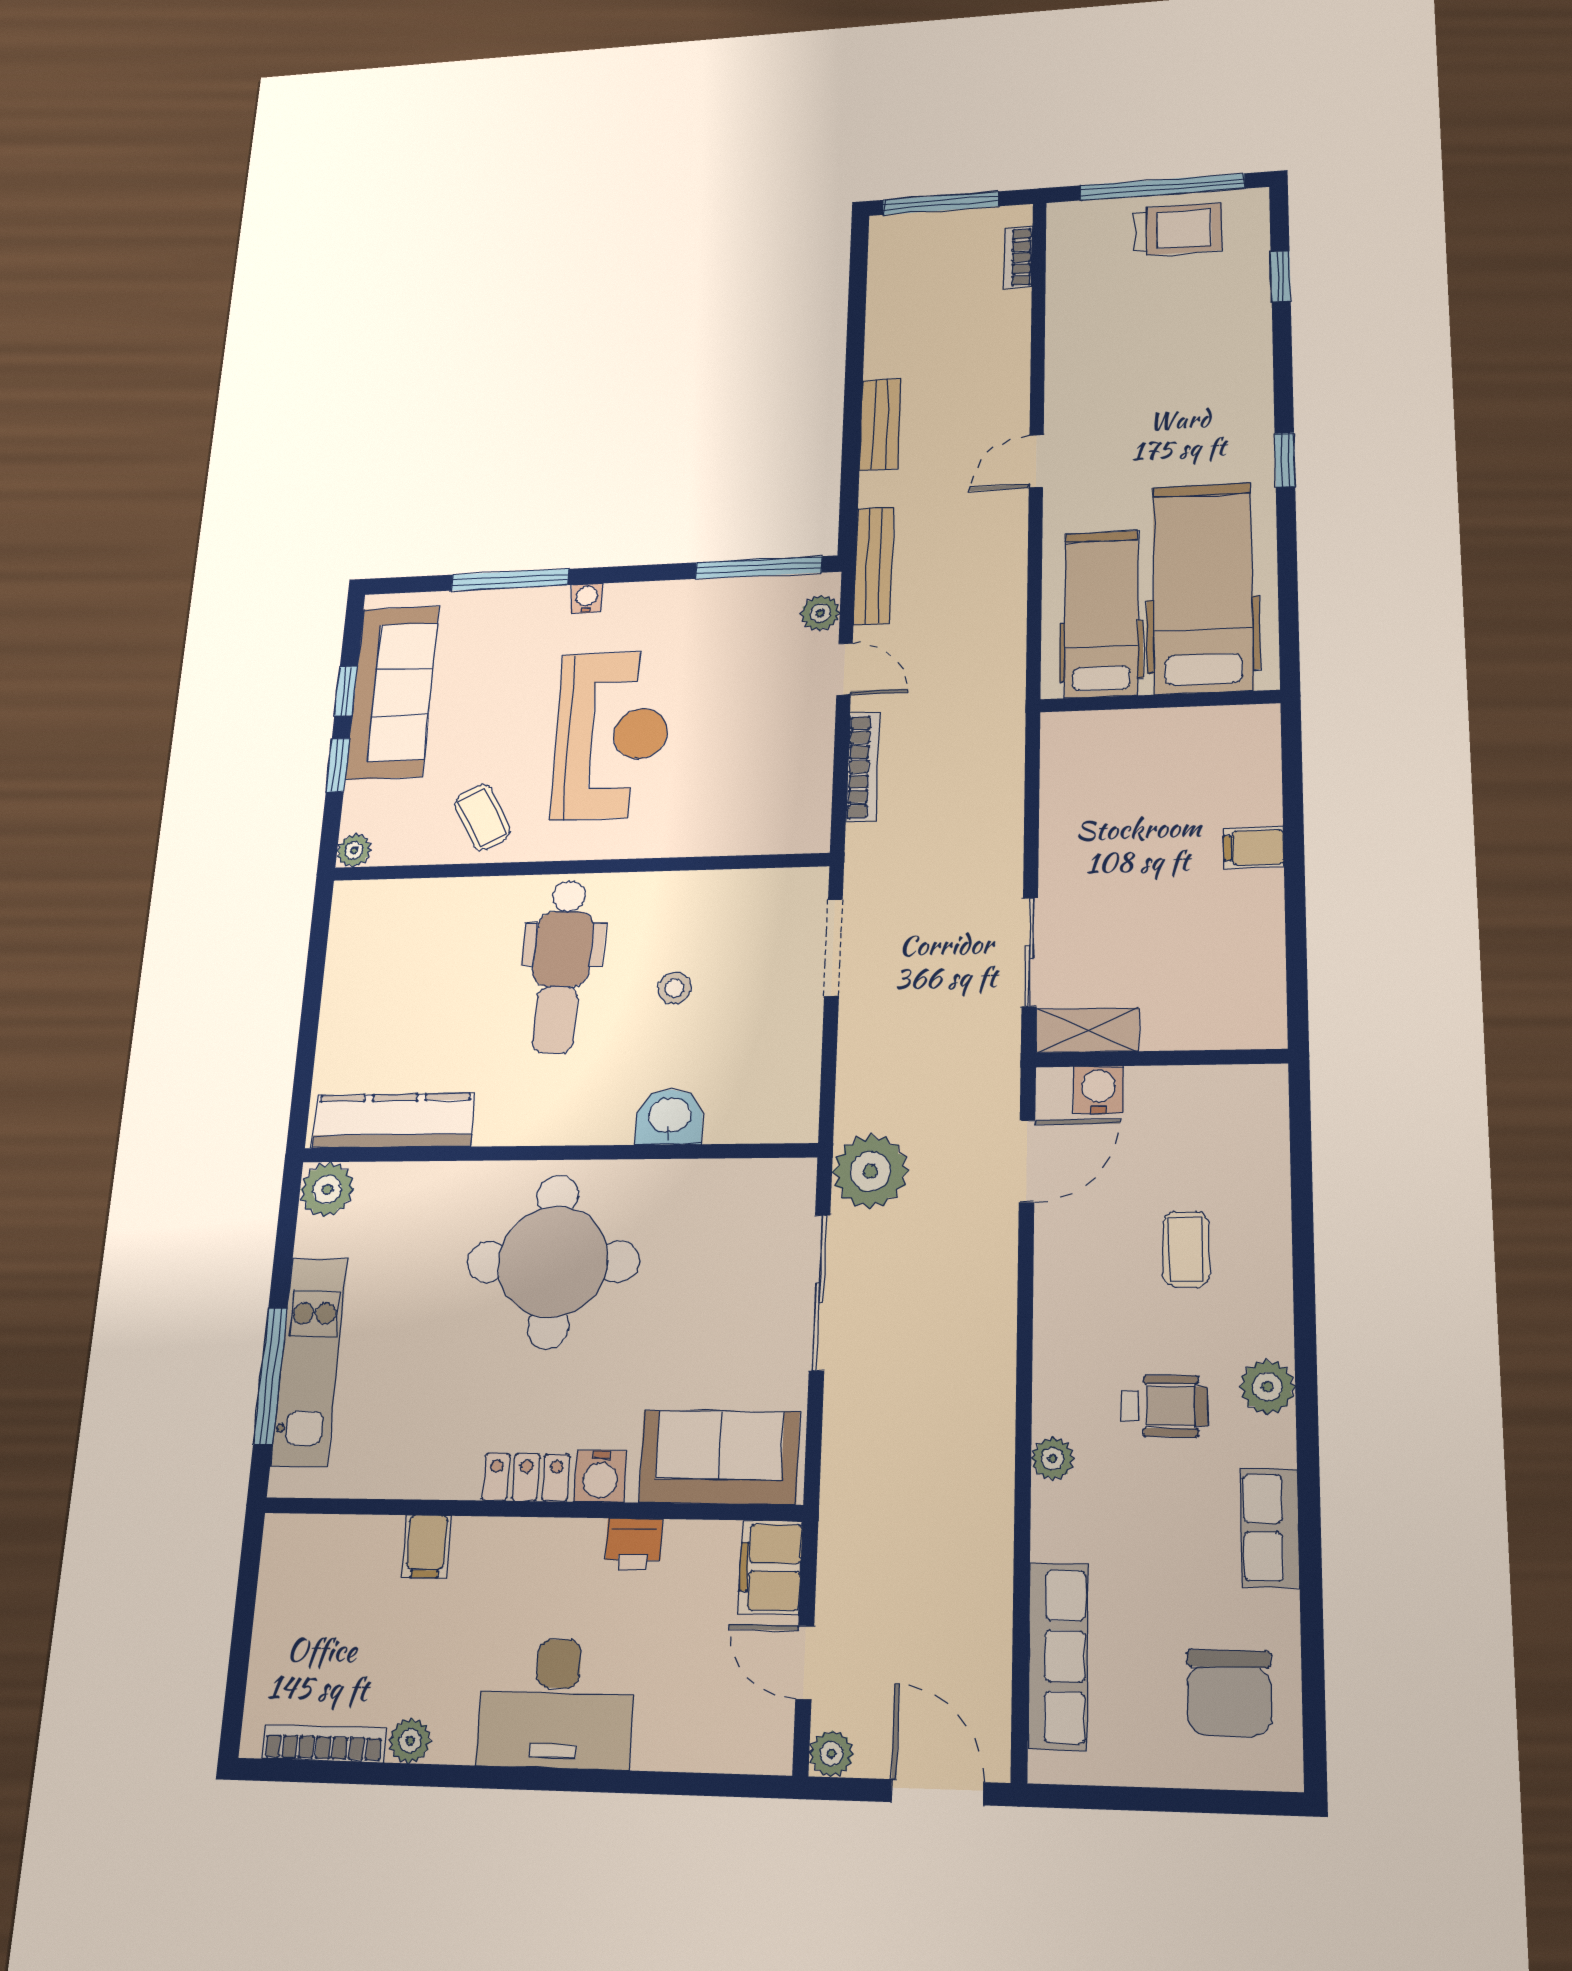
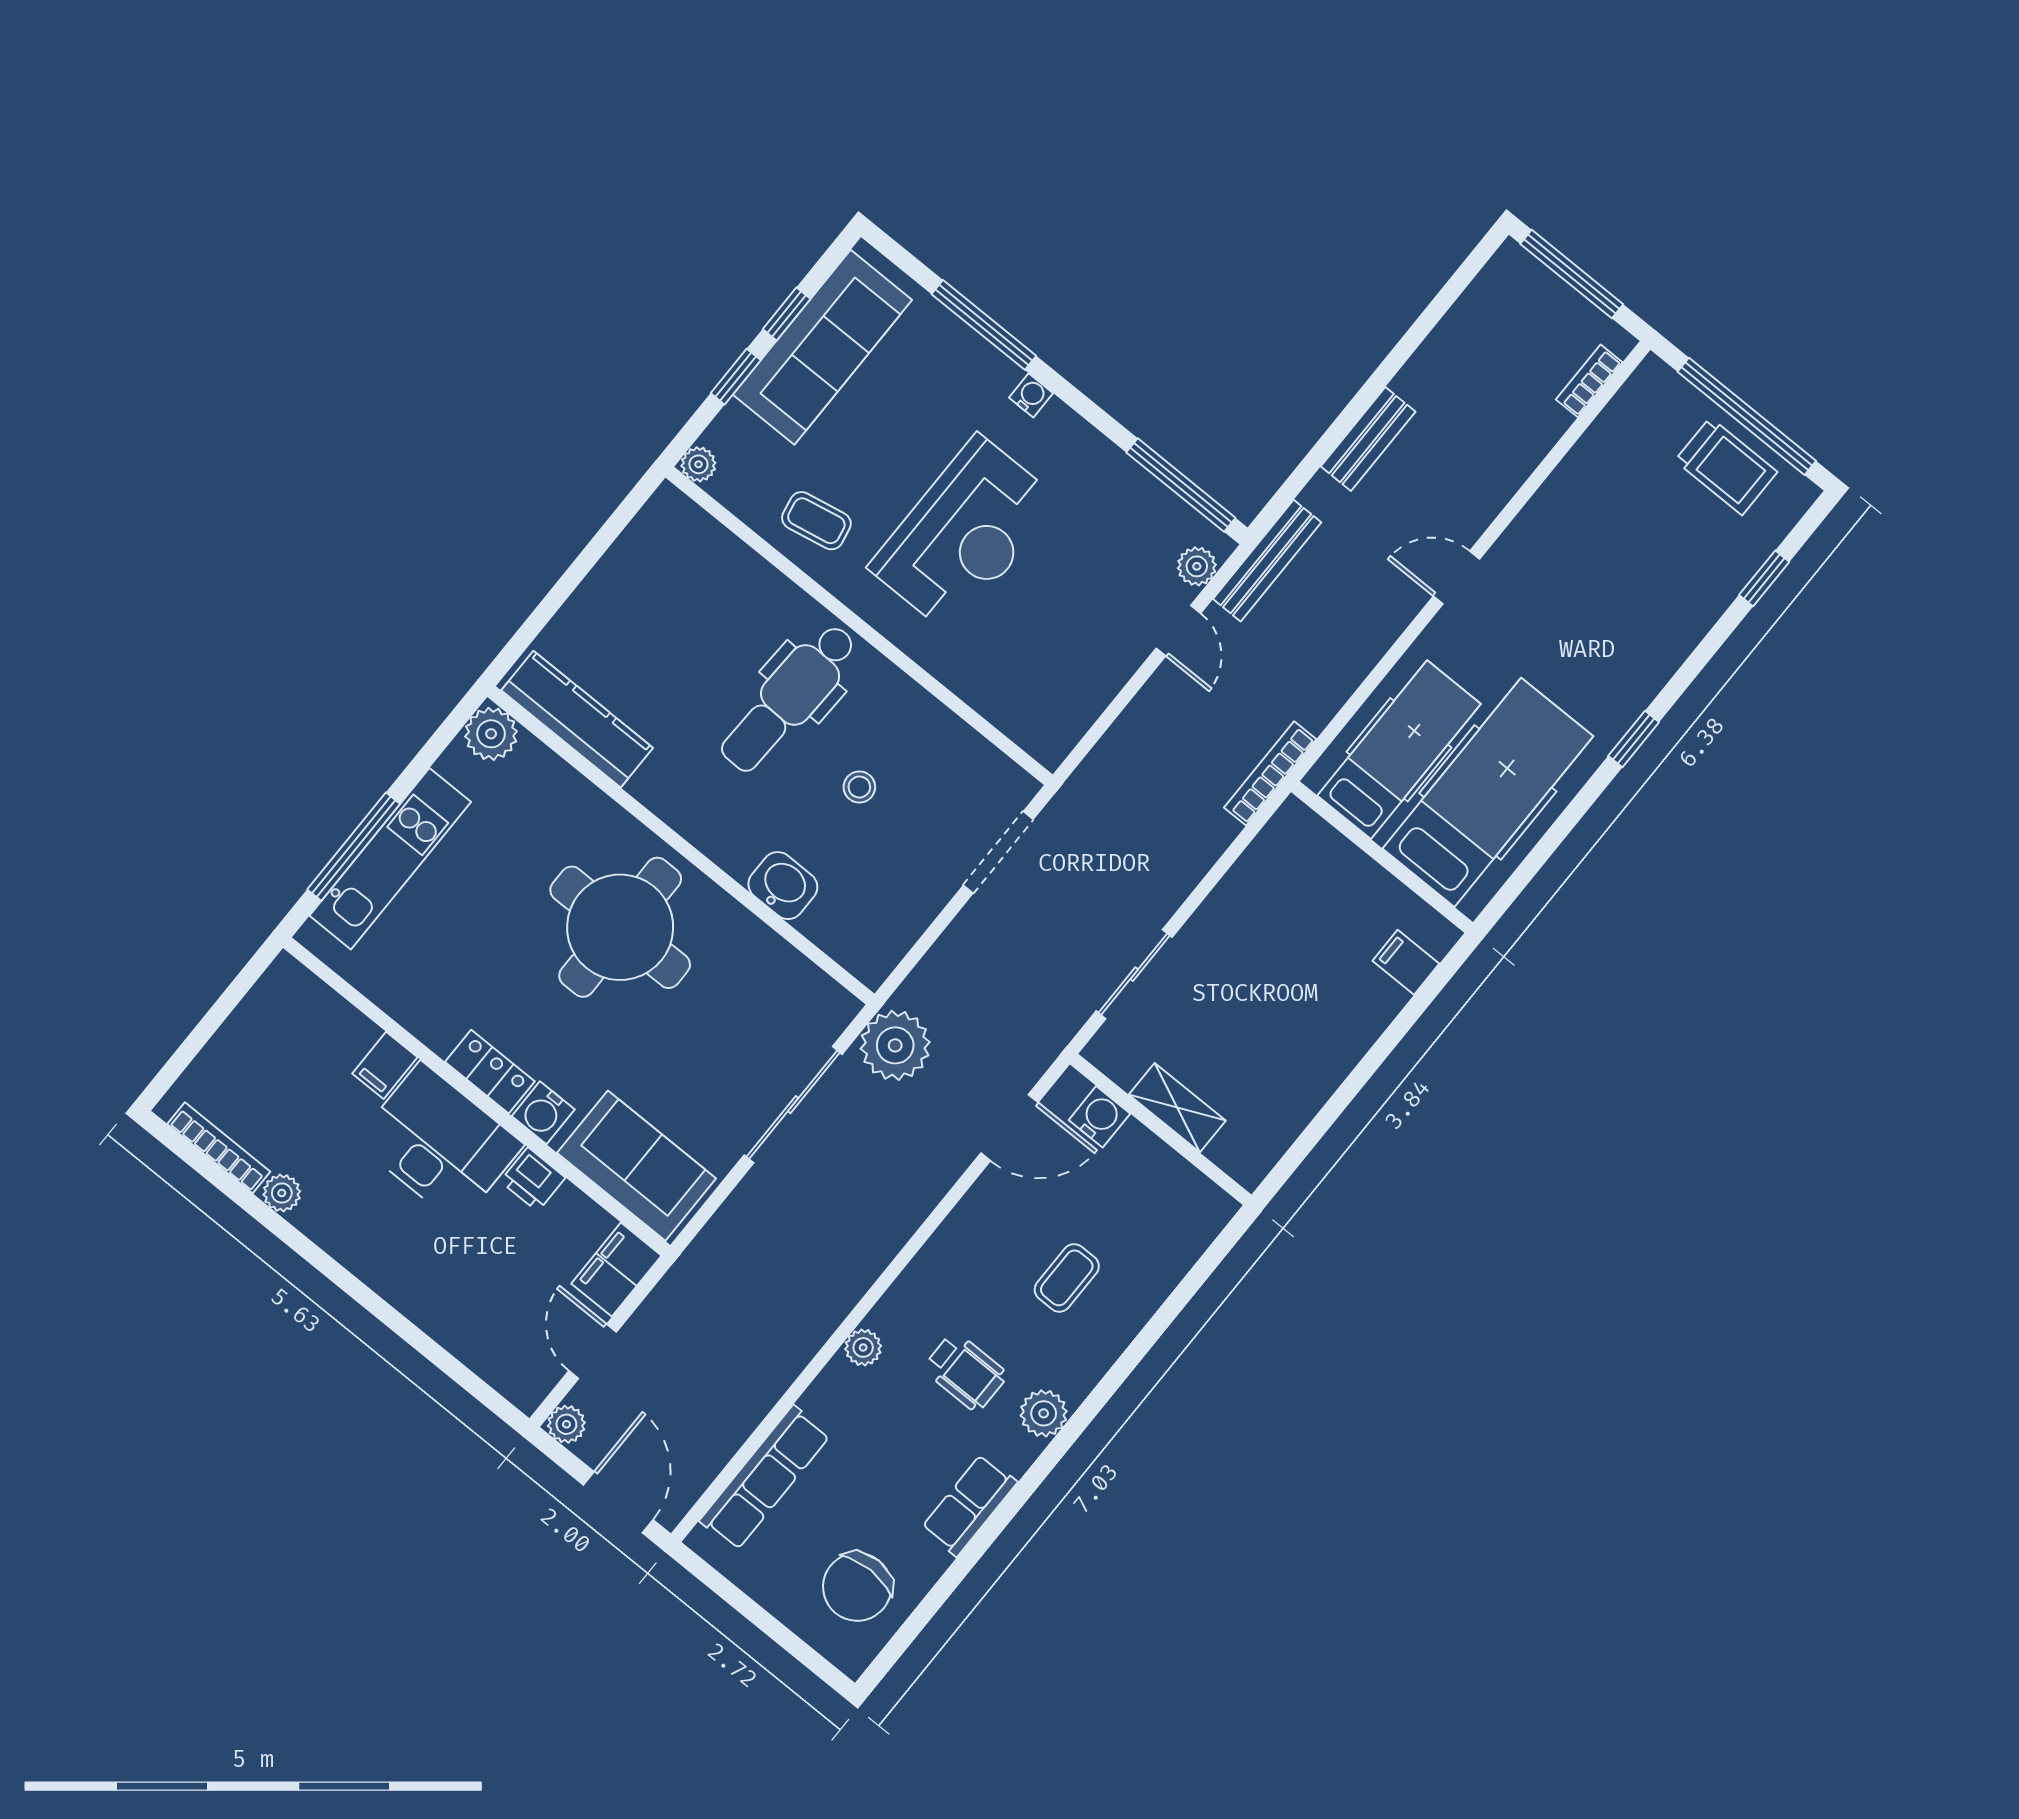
bookcase: (863, 767) -> (1270, 773), moved, turned 180
coffee table: (482, 817) -> (816, 521), turned -73
filing cabinet: (1254, 848) -> (1406, 962), moved
shelving: (1088, 1030) -> (1177, 1108), moved
desk: (556, 1703) -> (439, 1143), moved, turned 180

